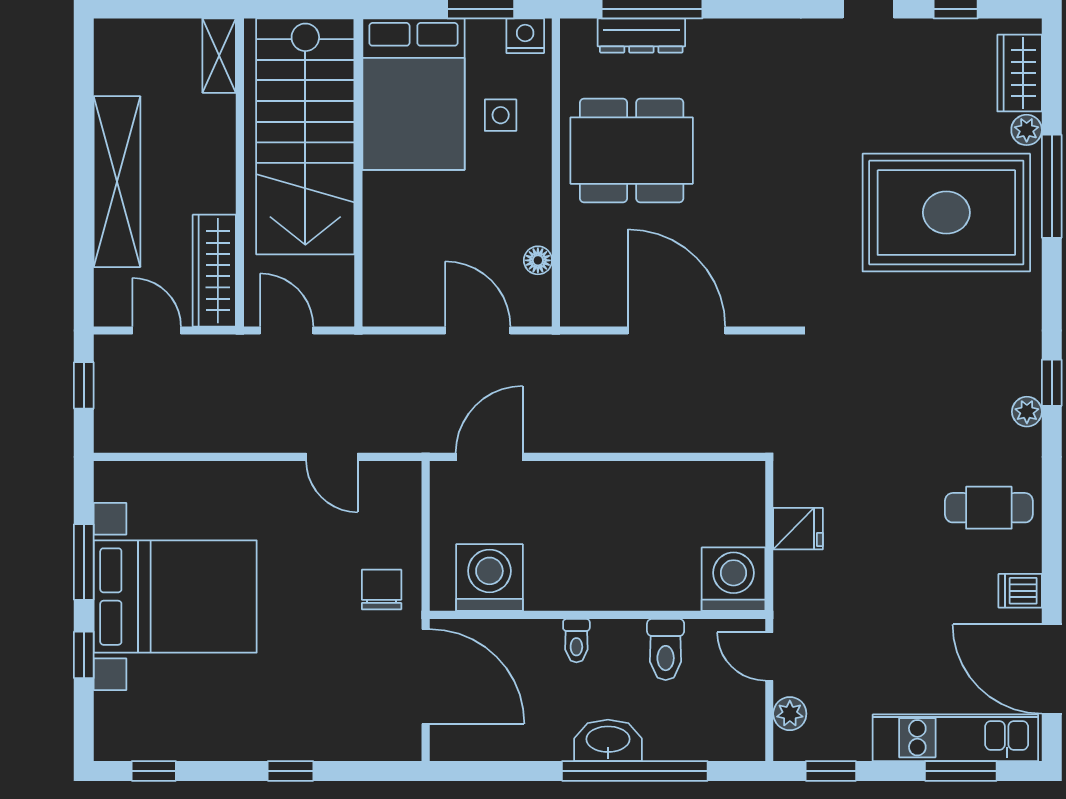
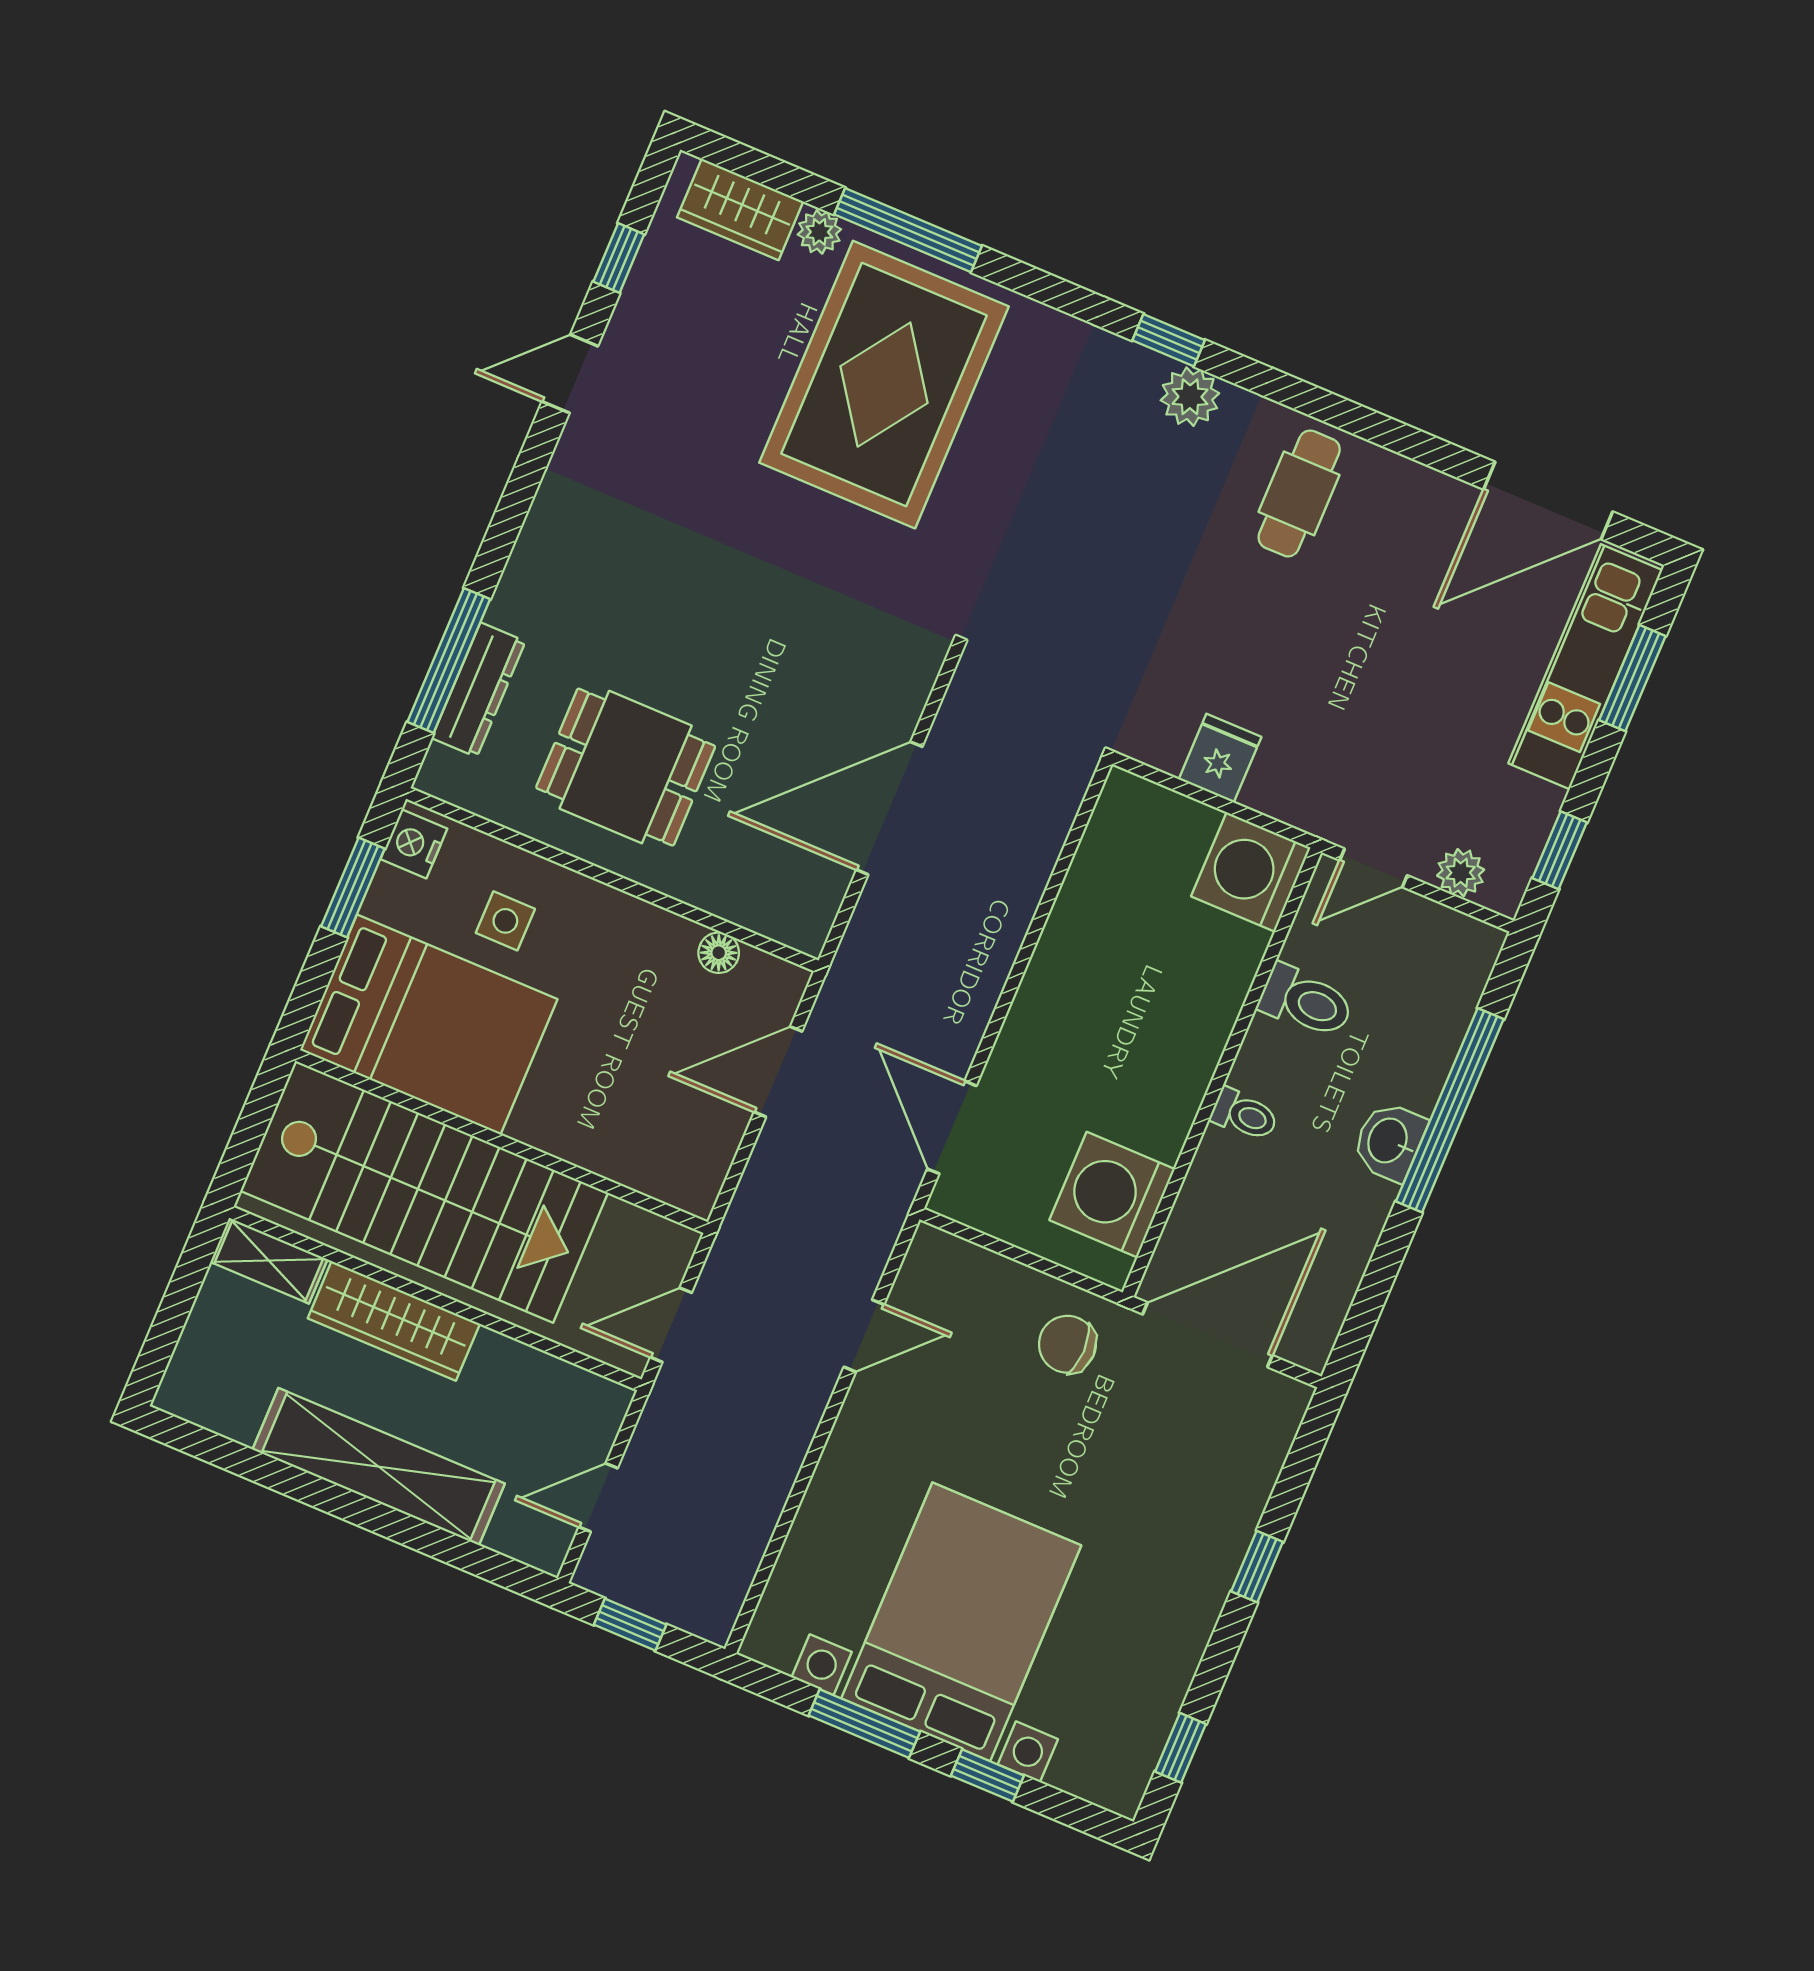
dining table: (632, 151) -> (626, 767), width x0.73
wardrobe: (214, 271) -> (394, 1321), moved
plant: (1027, 412) -> (1190, 397), width x1.38, depth x1.38
dishwasher: (1020, 591) -> (1427, 498), removed
washbasin: (608, 740) -> (1389, 1141), width x0.72

